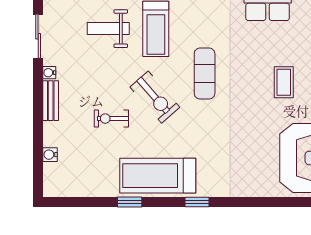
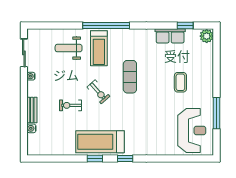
exercise bike: (155, 97) -> (98, 92), width x0.73, depth x0.72
bench: (51, 101) -> (32, 110), moved
window: (130, 202) -> (95, 159), moved

